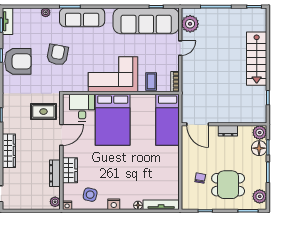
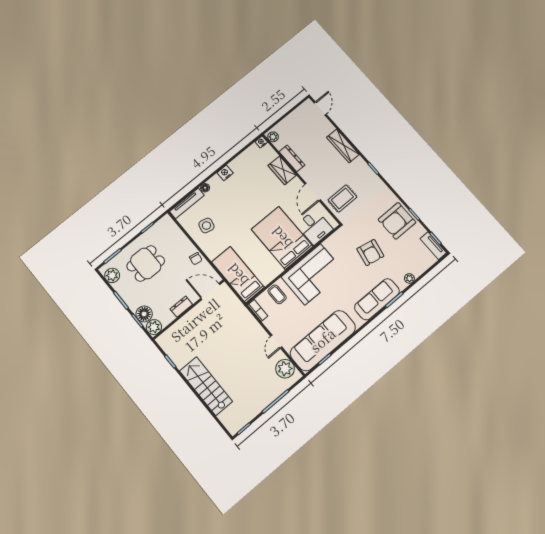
chair: (200, 178) -> (196, 259), moved
side table: (90, 195) -> (206, 226), moved

